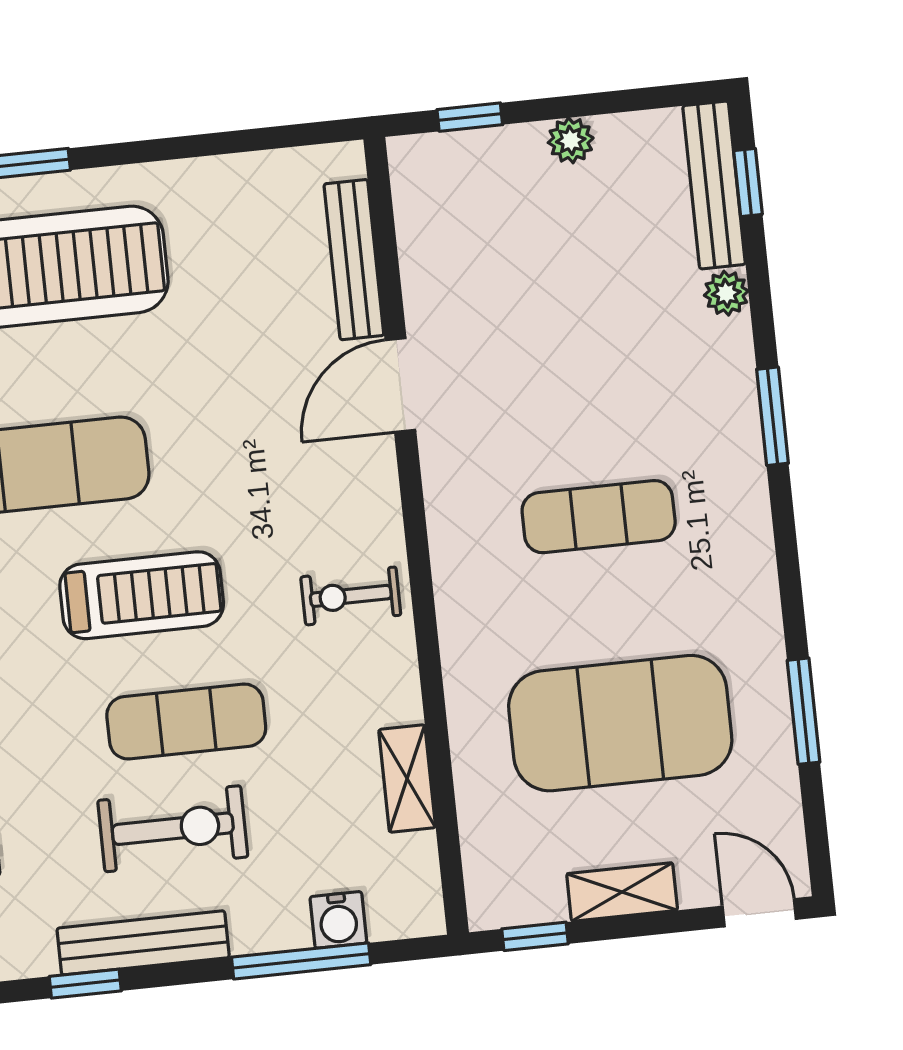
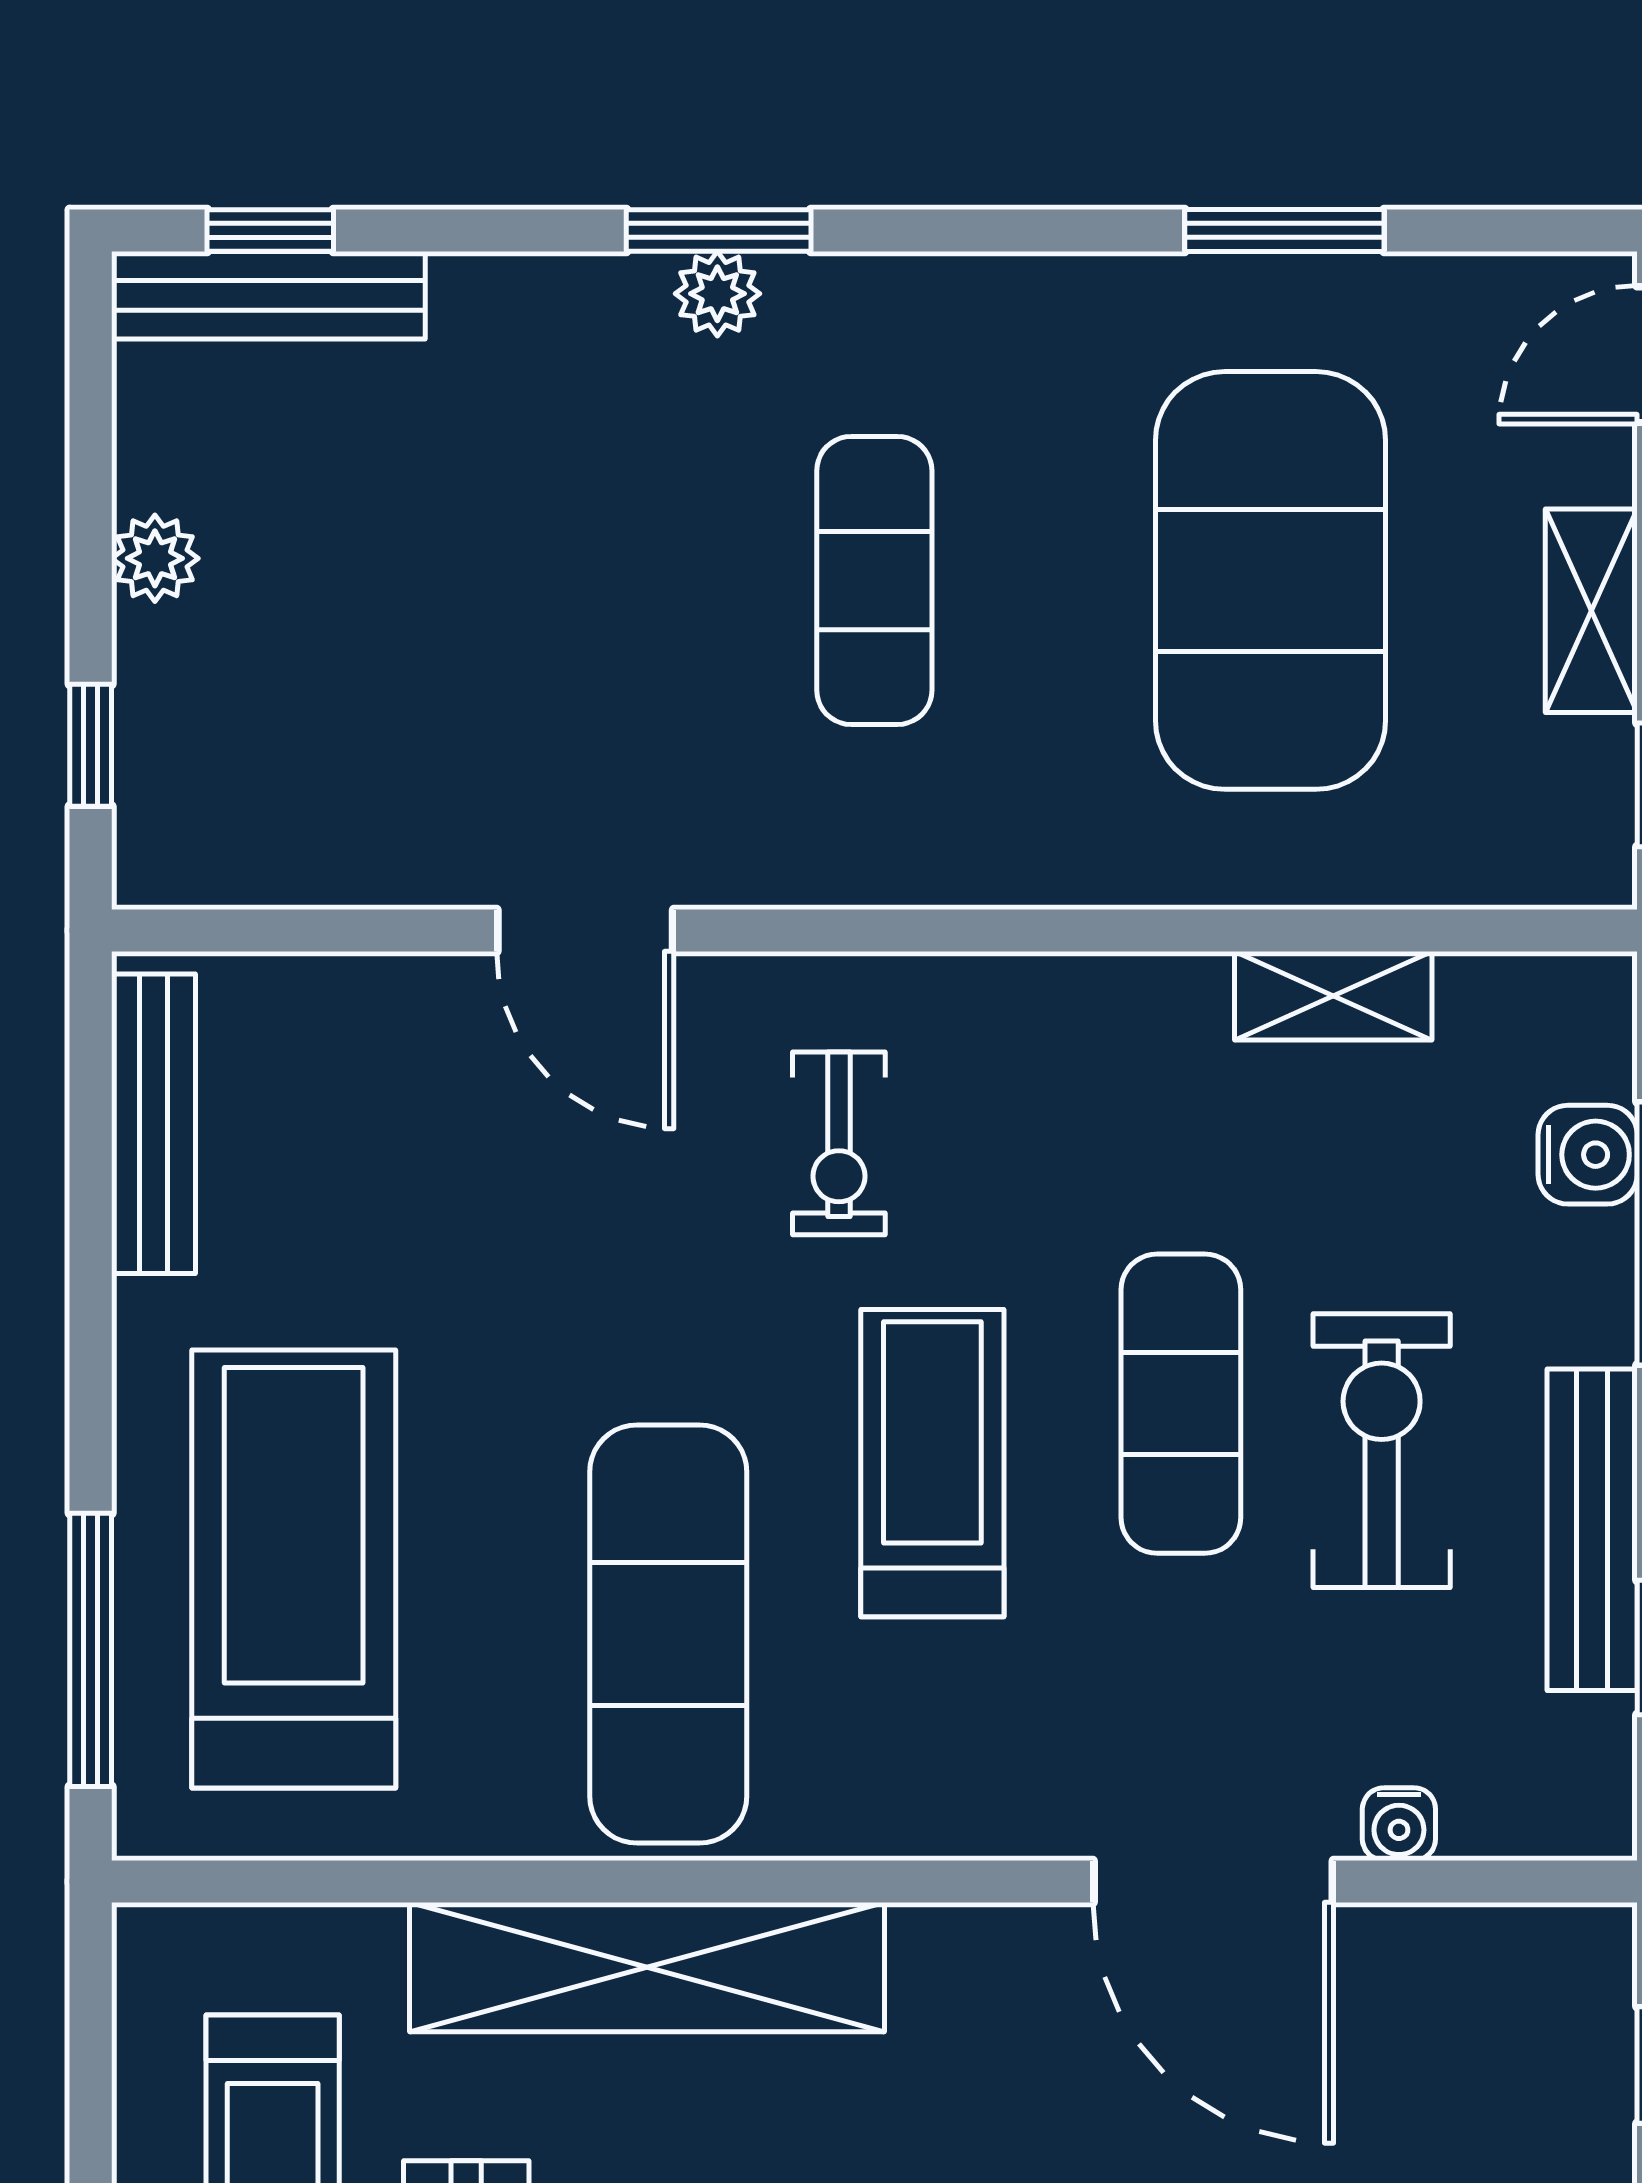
bench: (354, 260) -> (153, 1124), moved, turned 90
plant: (726, 293) -> (717, 294), moved
exercise bike: (351, 596) -> (839, 1143), moved

